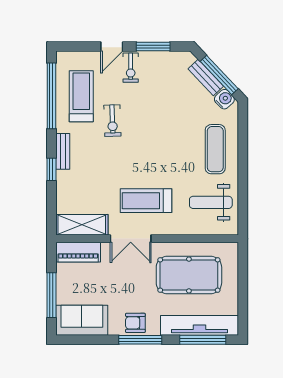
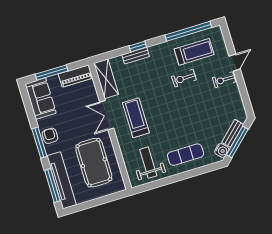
door: (112, 46) -> (235, 62), swing flipped
window: (153, 46) -> (243, 91), removed
bench: (63, 151) -> (136, 56), moved
piano: (78, 252) -> (76, 76), moved, turned -90

